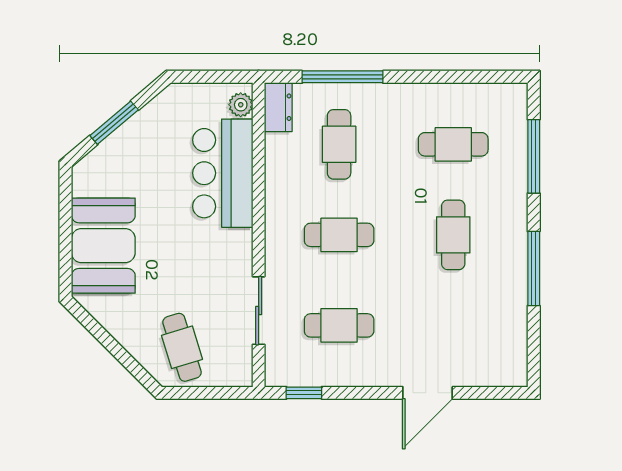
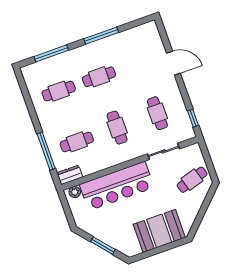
cafe table: (453, 144) -> (59, 91), turned 90
bar counter: (223, 173) -> (117, 186), width x1.36

